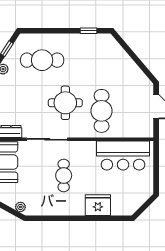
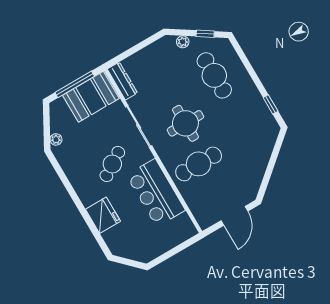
bar counter: (123, 156) -> (156, 193), moved
cafe table: (64, 175) -> (112, 164), turned -33

